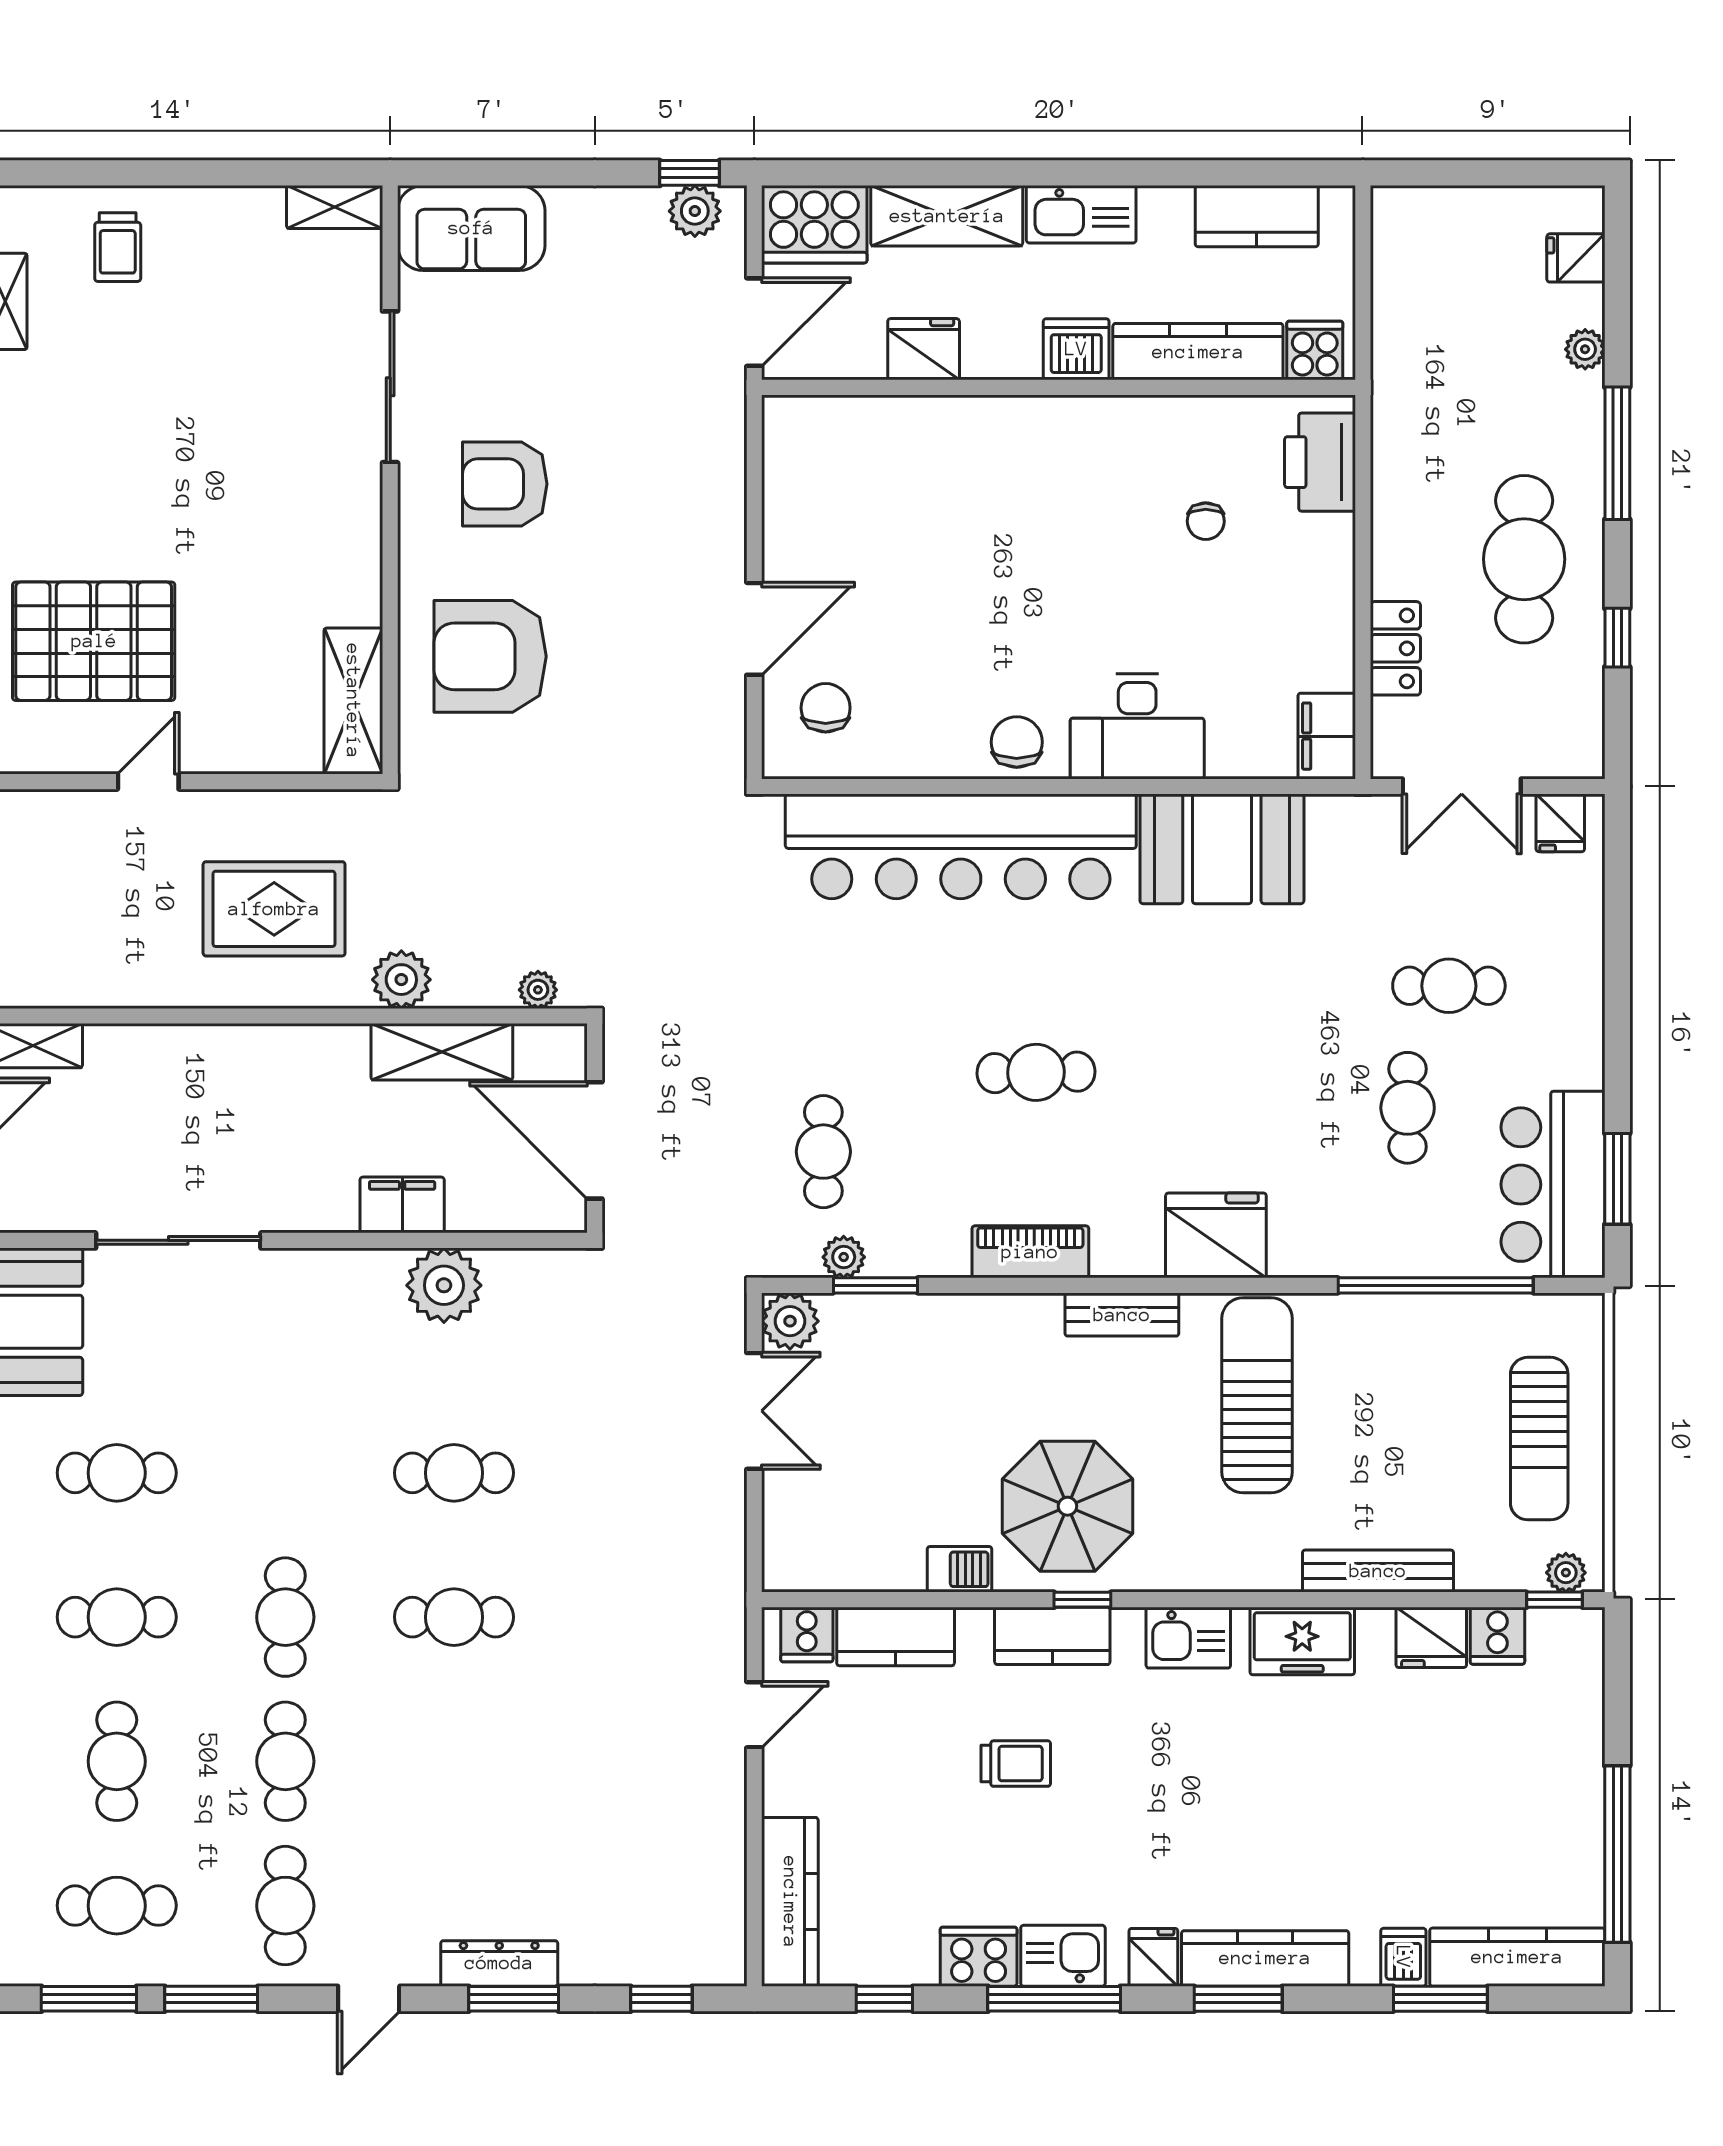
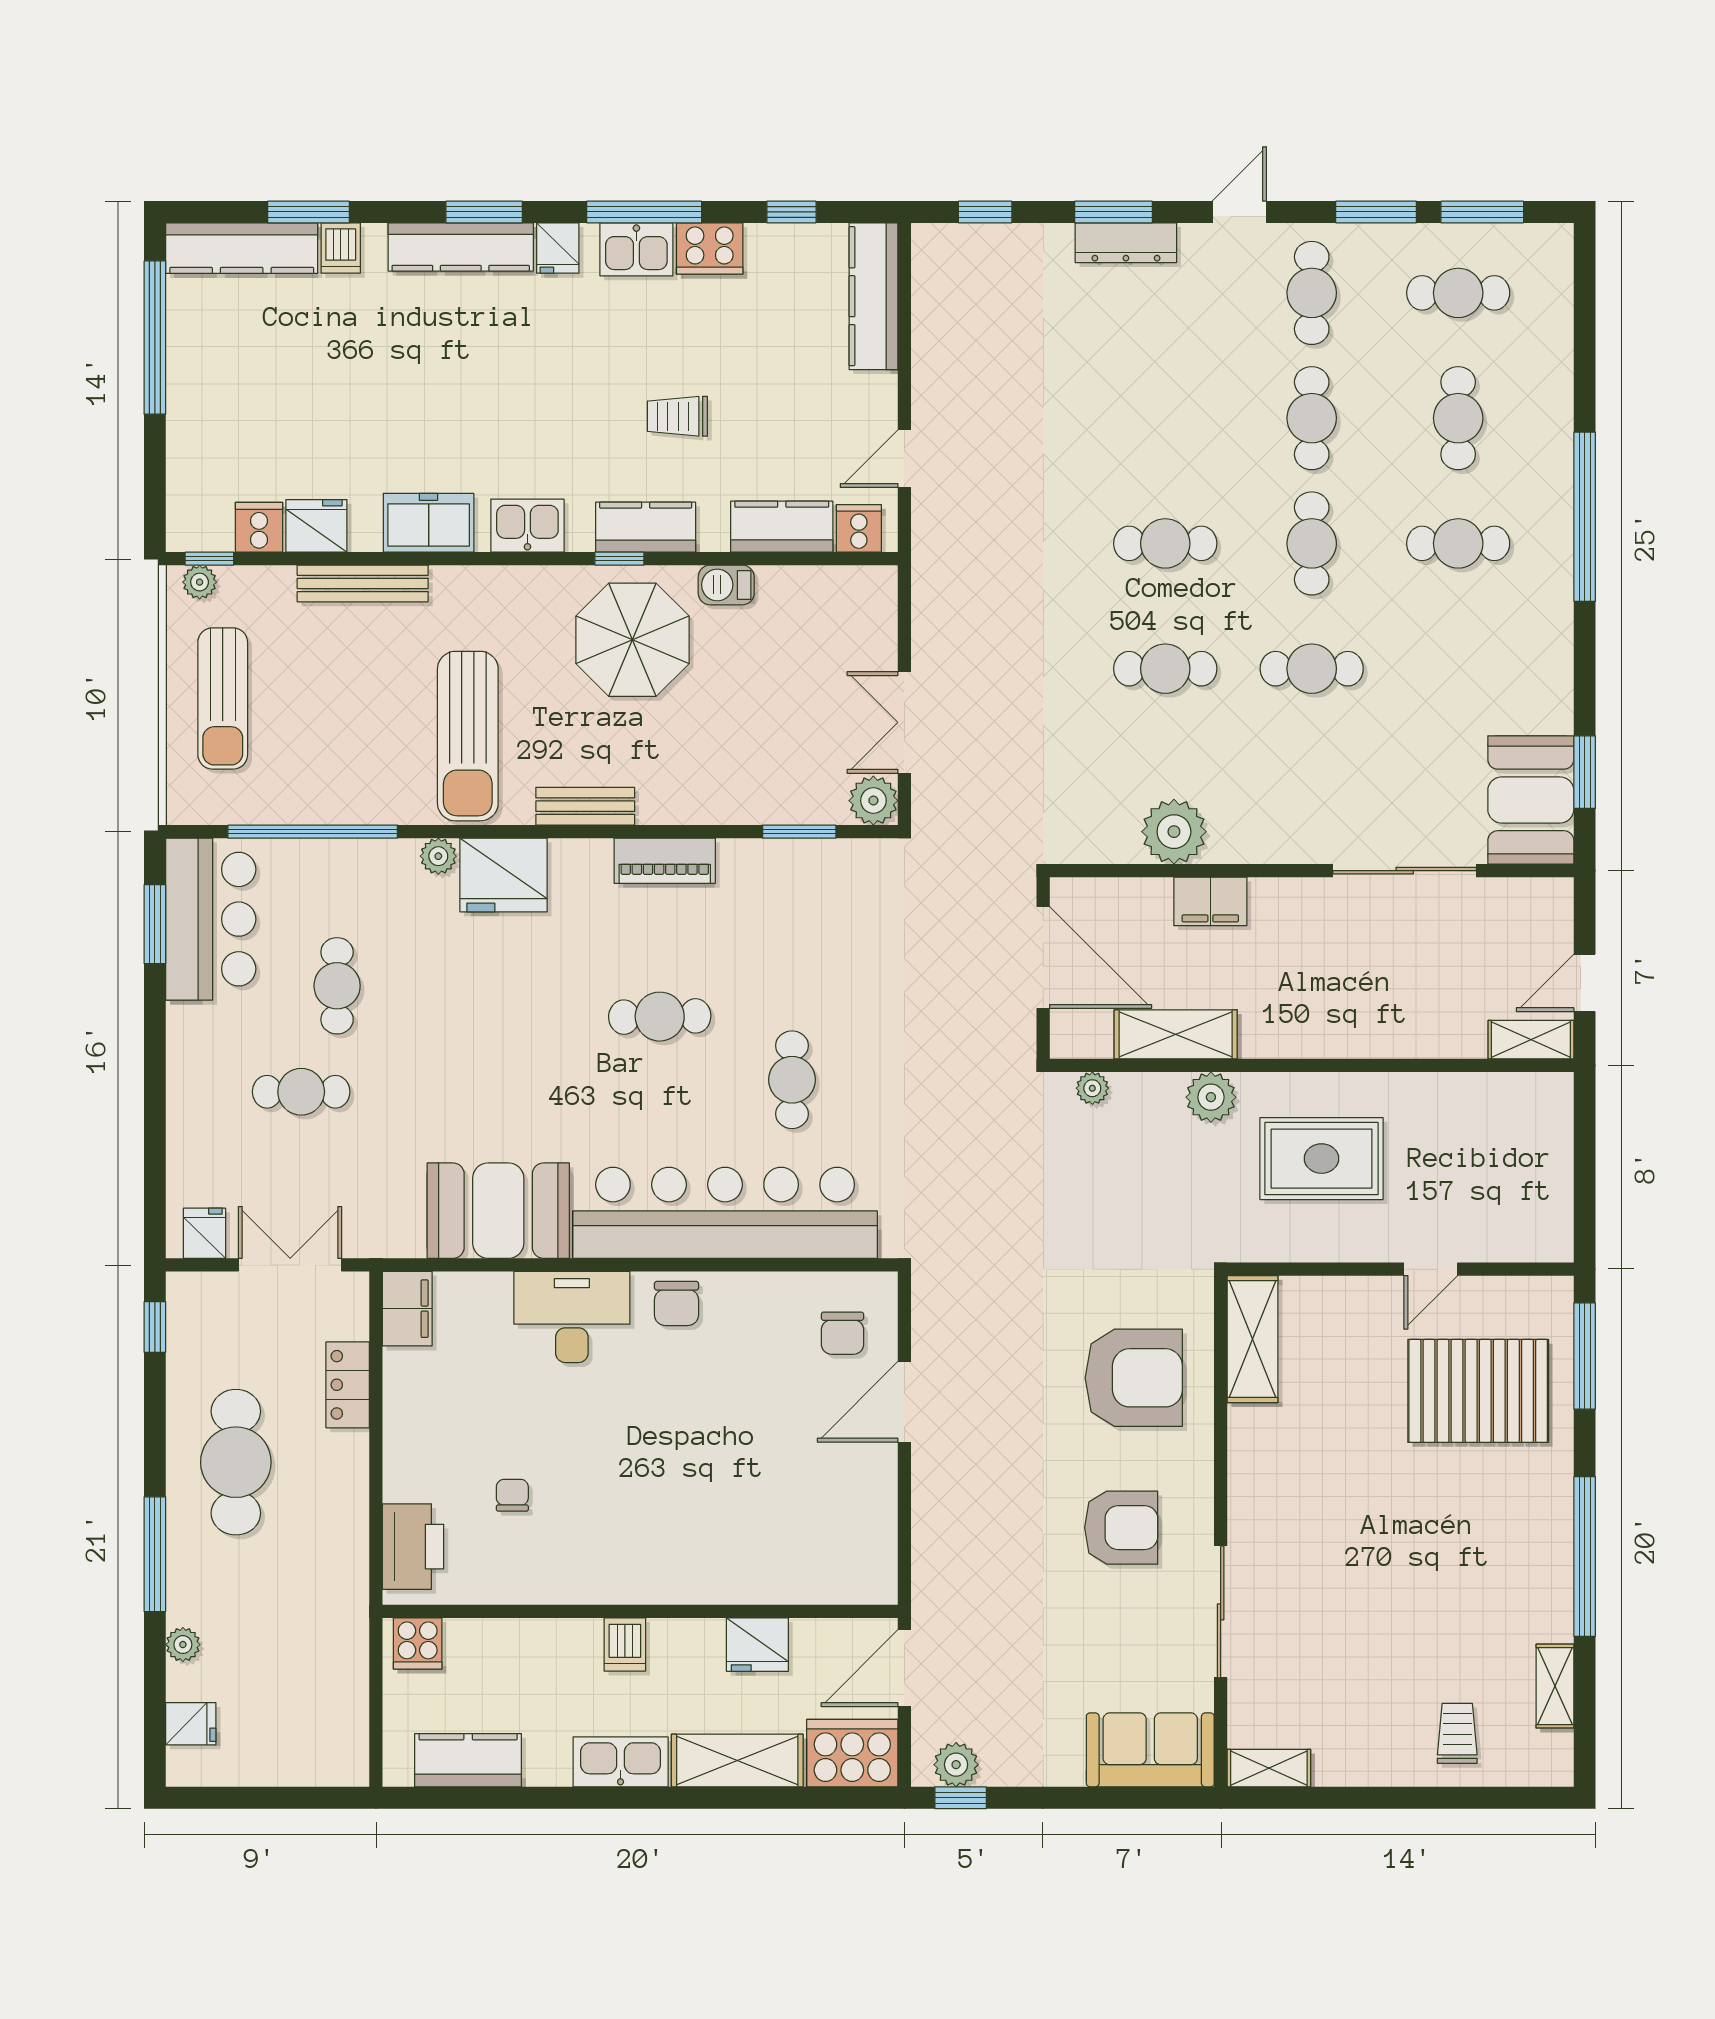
dishwasher: (1076, 349) -> (625, 1645), width x0.73
kitchen counter: (1198, 352) -> (519, 1642), removed
window: (1617, 638) -> (155, 1327), moved
cafe table: (823, 1152) -> (792, 1080), moved
plant: (844, 1257) -> (438, 856), moved
sun lounger: (1539, 1439) -> (223, 698), turned 180
cafe table: (117, 1473) -> (1312, 669), moved

